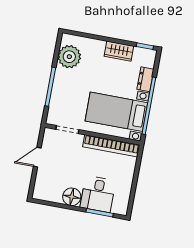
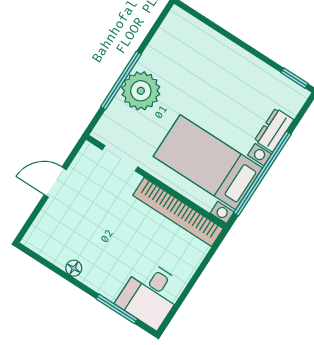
wardrobe: (119, 51) -> (251, 69), removed
plant: (69, 57) -> (141, 91), moved
desk: (98, 194) -> (150, 294), moved
floor lamp: (72, 197) -> (74, 268), width x0.53, depth x0.53

